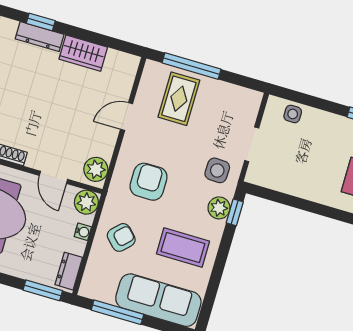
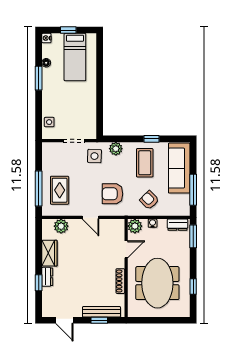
dresser: (40, 37) -> (47, 277), width x0.70
rug: (179, 99) -> (60, 190), turned 90
door: (127, 116) -> (91, 217), moved
plant: (96, 169) -> (61, 226), moved
window: (235, 212) -> (151, 139), moved

